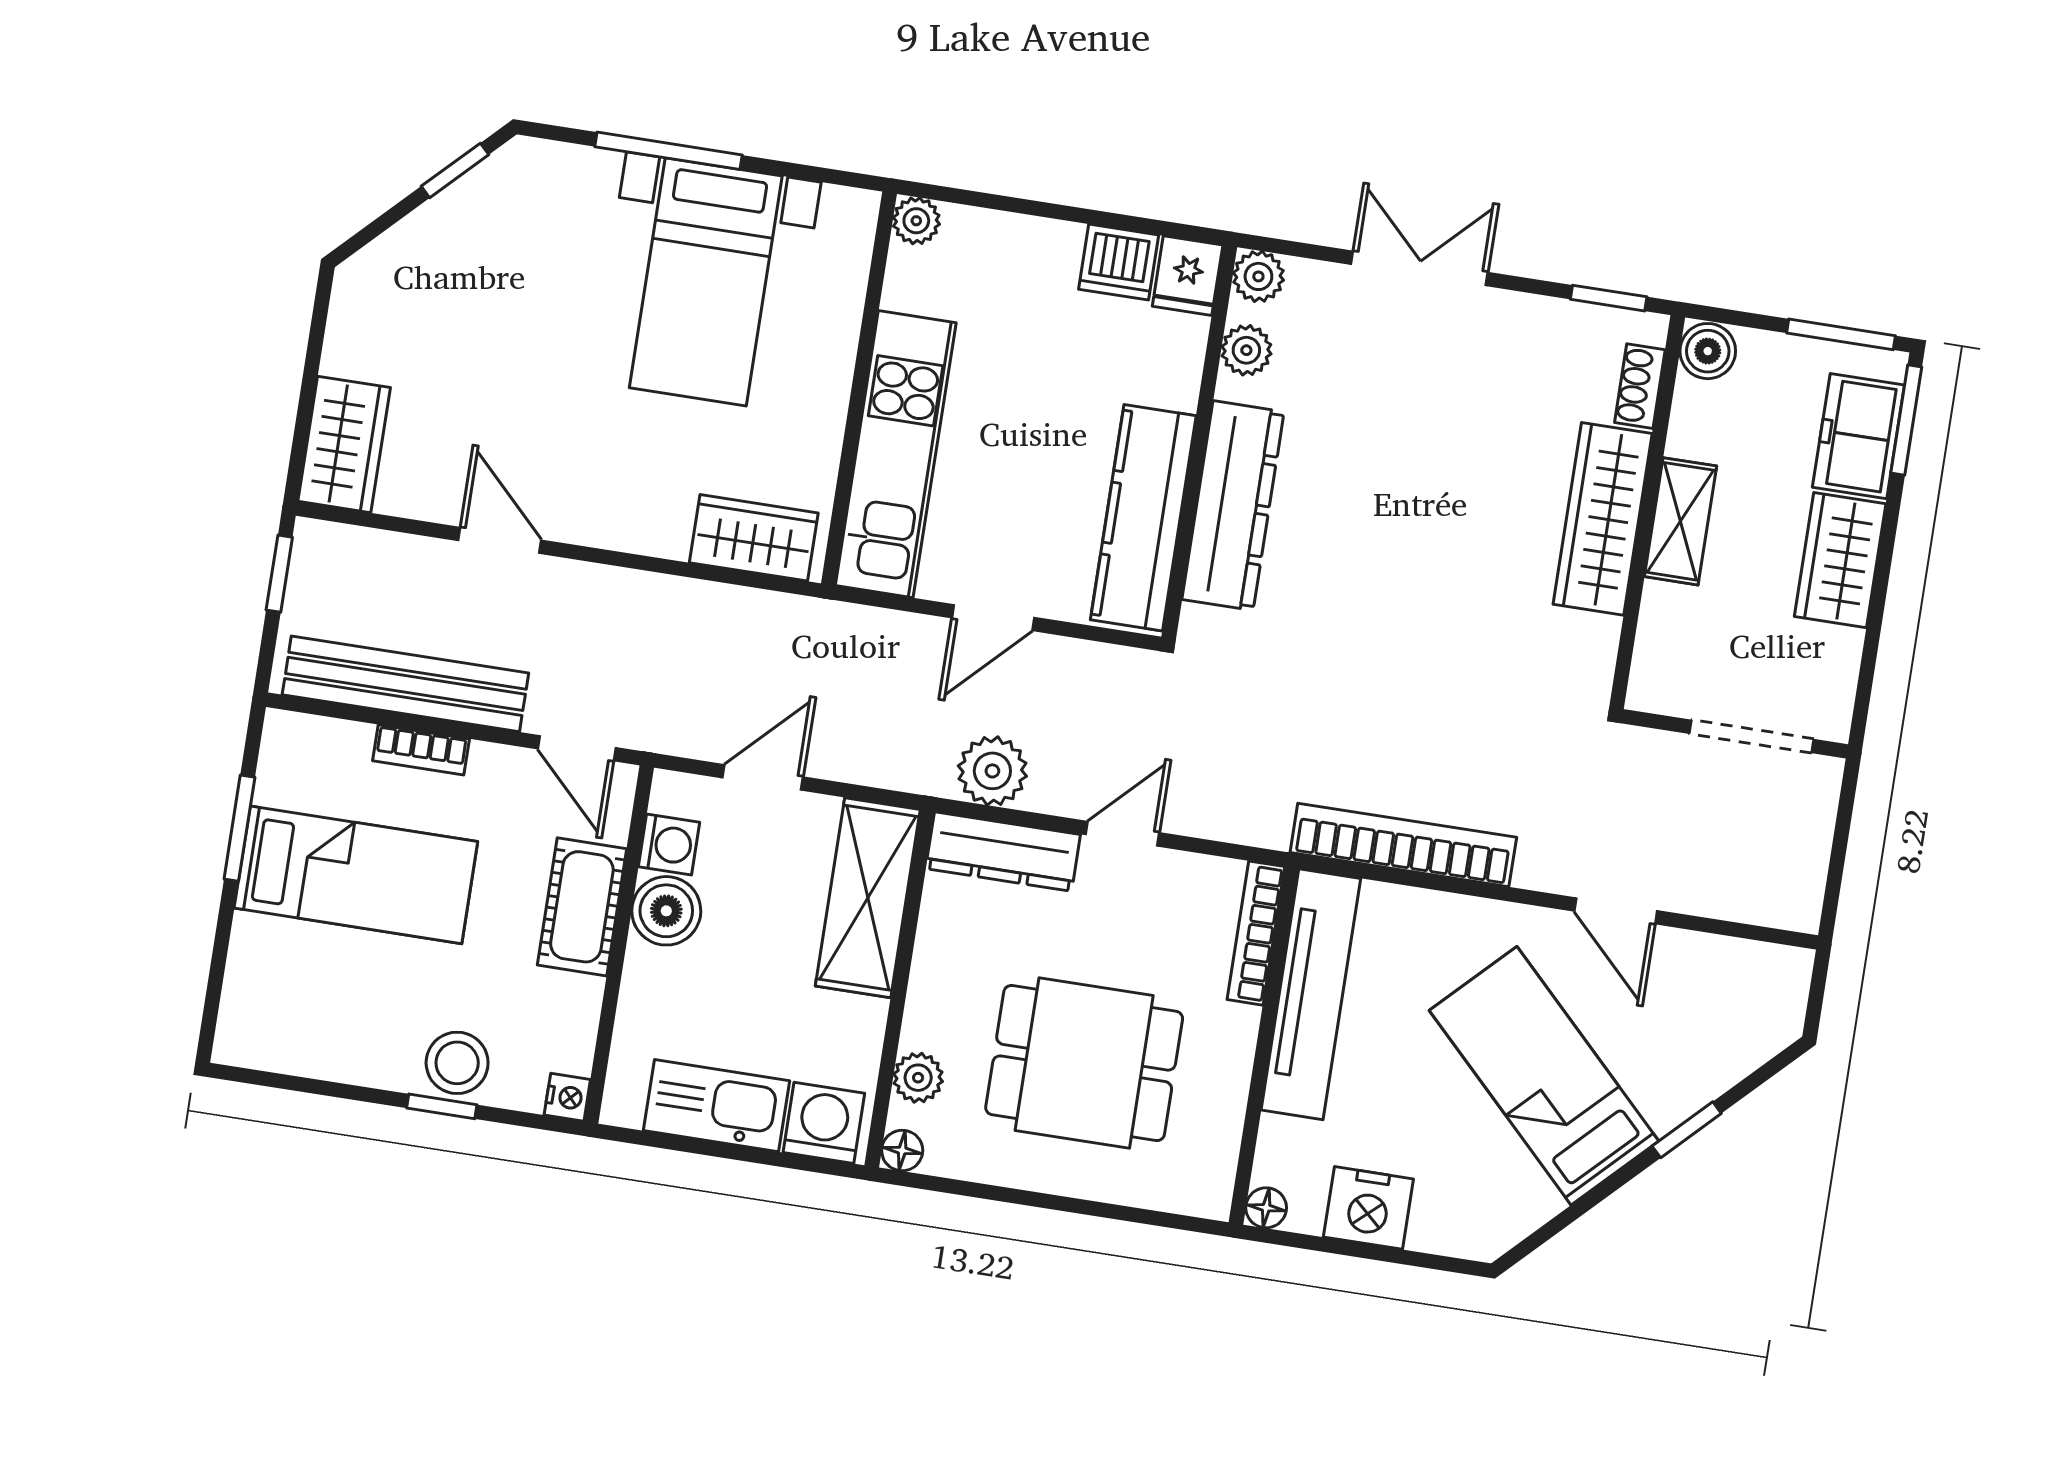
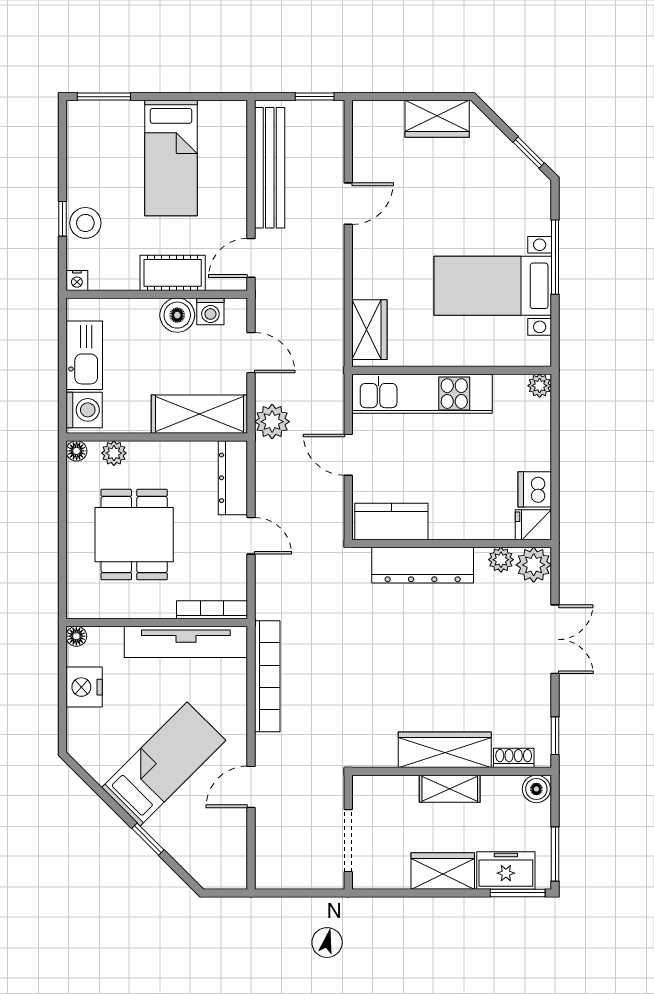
plant: (1258, 276) -> (534, 565), width x1.38, depth x1.38
wardrobe: (344, 444) -> (437, 119), moved
kitchen counter: (1143, 518) -> (391, 521), width x0.67
bookcase: (421, 750) -> (238, 181), removed
plant: (992, 771) -> (272, 422), moved
window: (239, 828) -> (104, 97), moved

